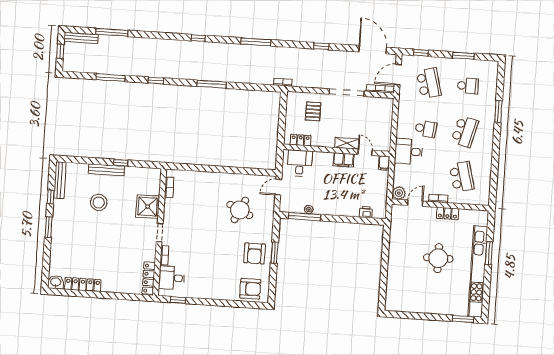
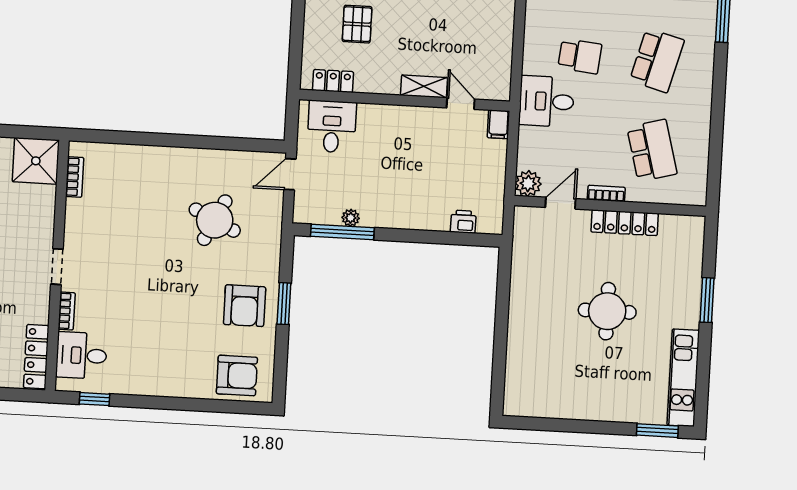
filing cabinet: (344, 160) -> (418, 119), removed
shower: (148, 207) -> (36, 161), moved
locker: (448, 213) -> (625, 223), width x1.53
kitchen unit: (478, 271) -> (683, 378), width x0.54

